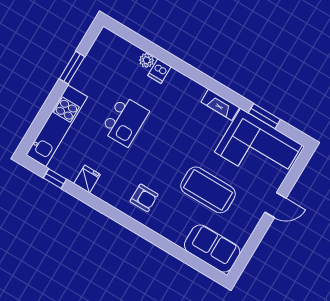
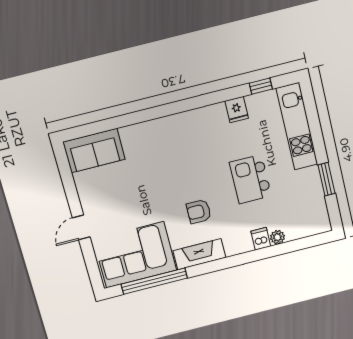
fireplace: (220, 105) -> (199, 254), width x1.37, depth x1.32
window: (264, 116) -> (154, 281), width x2.11
coffee table: (208, 190) -> (141, 190), removed
armchair: (144, 198) -> (199, 211), moved

